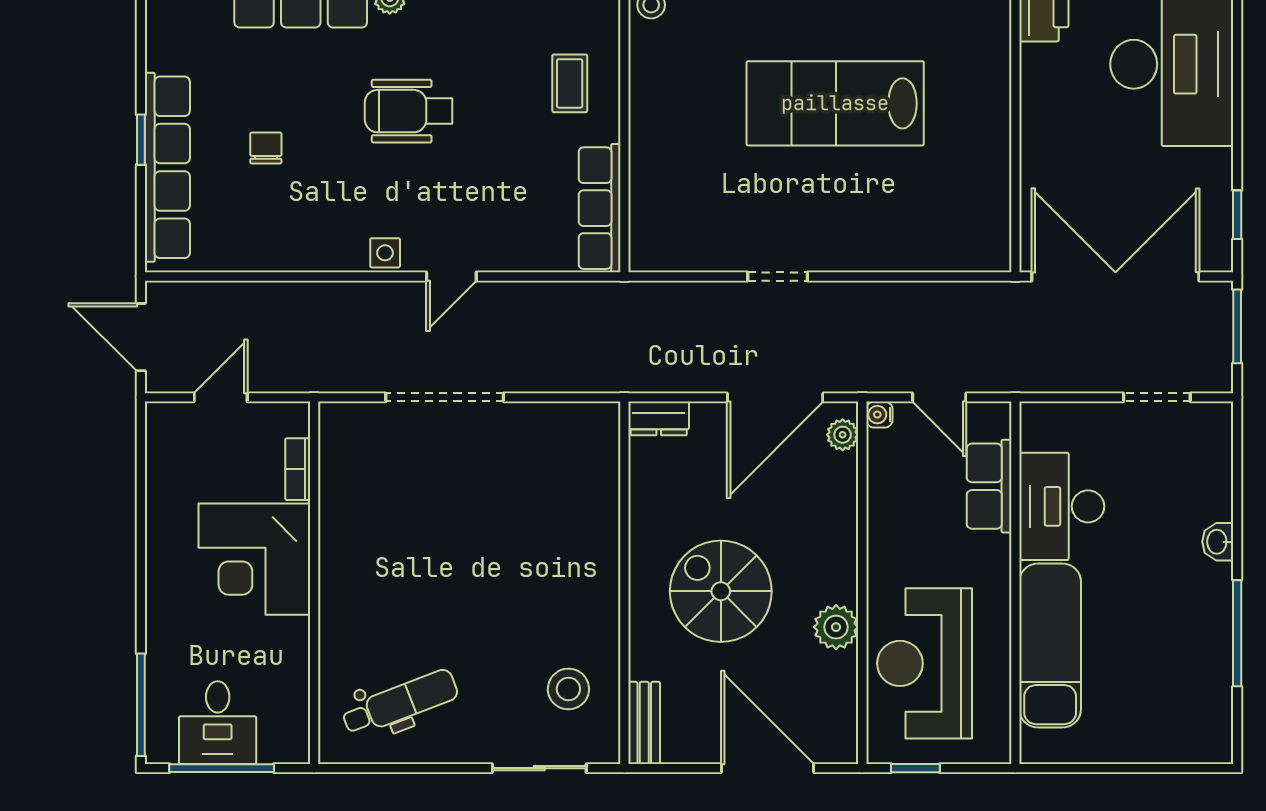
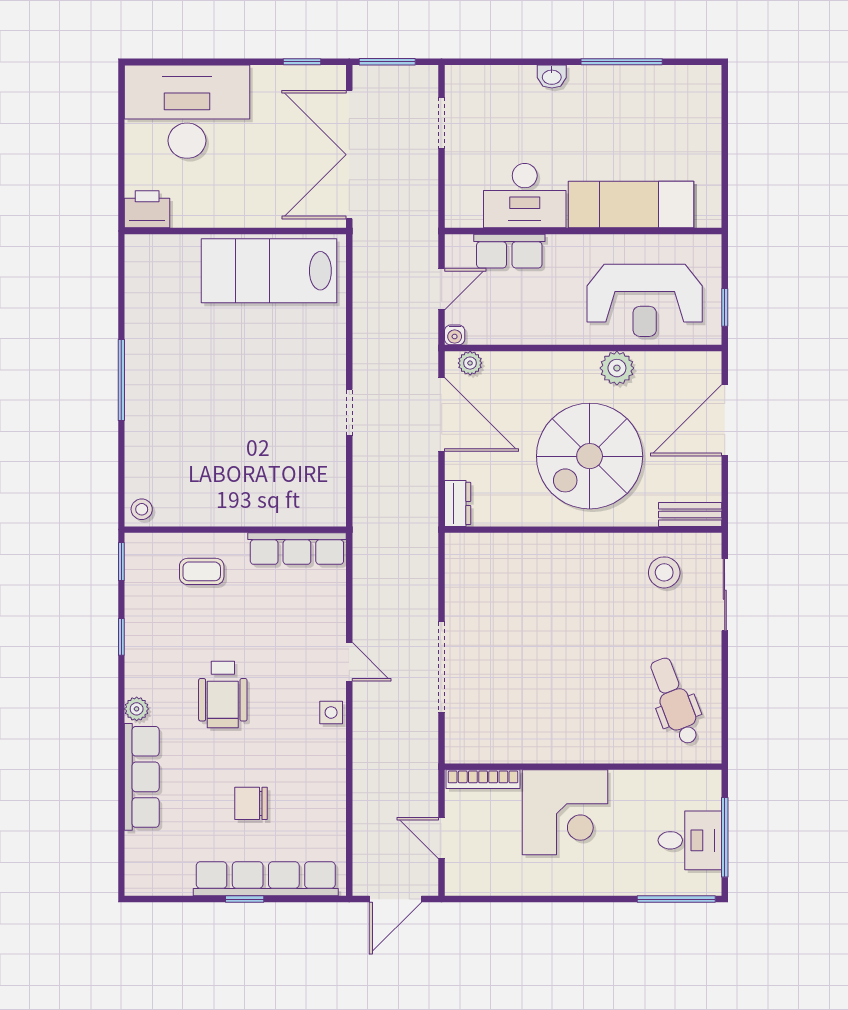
lab bench: (835, 103) -> (269, 271), moved, turned 90
chair: (266, 148) -> (251, 803), width x1.37, depth x1.37
bookcase: (298, 469) -> (483, 779), width x1.56
spiral stairs: (721, 591) -> (590, 456), width x1.37, depth x1.37

